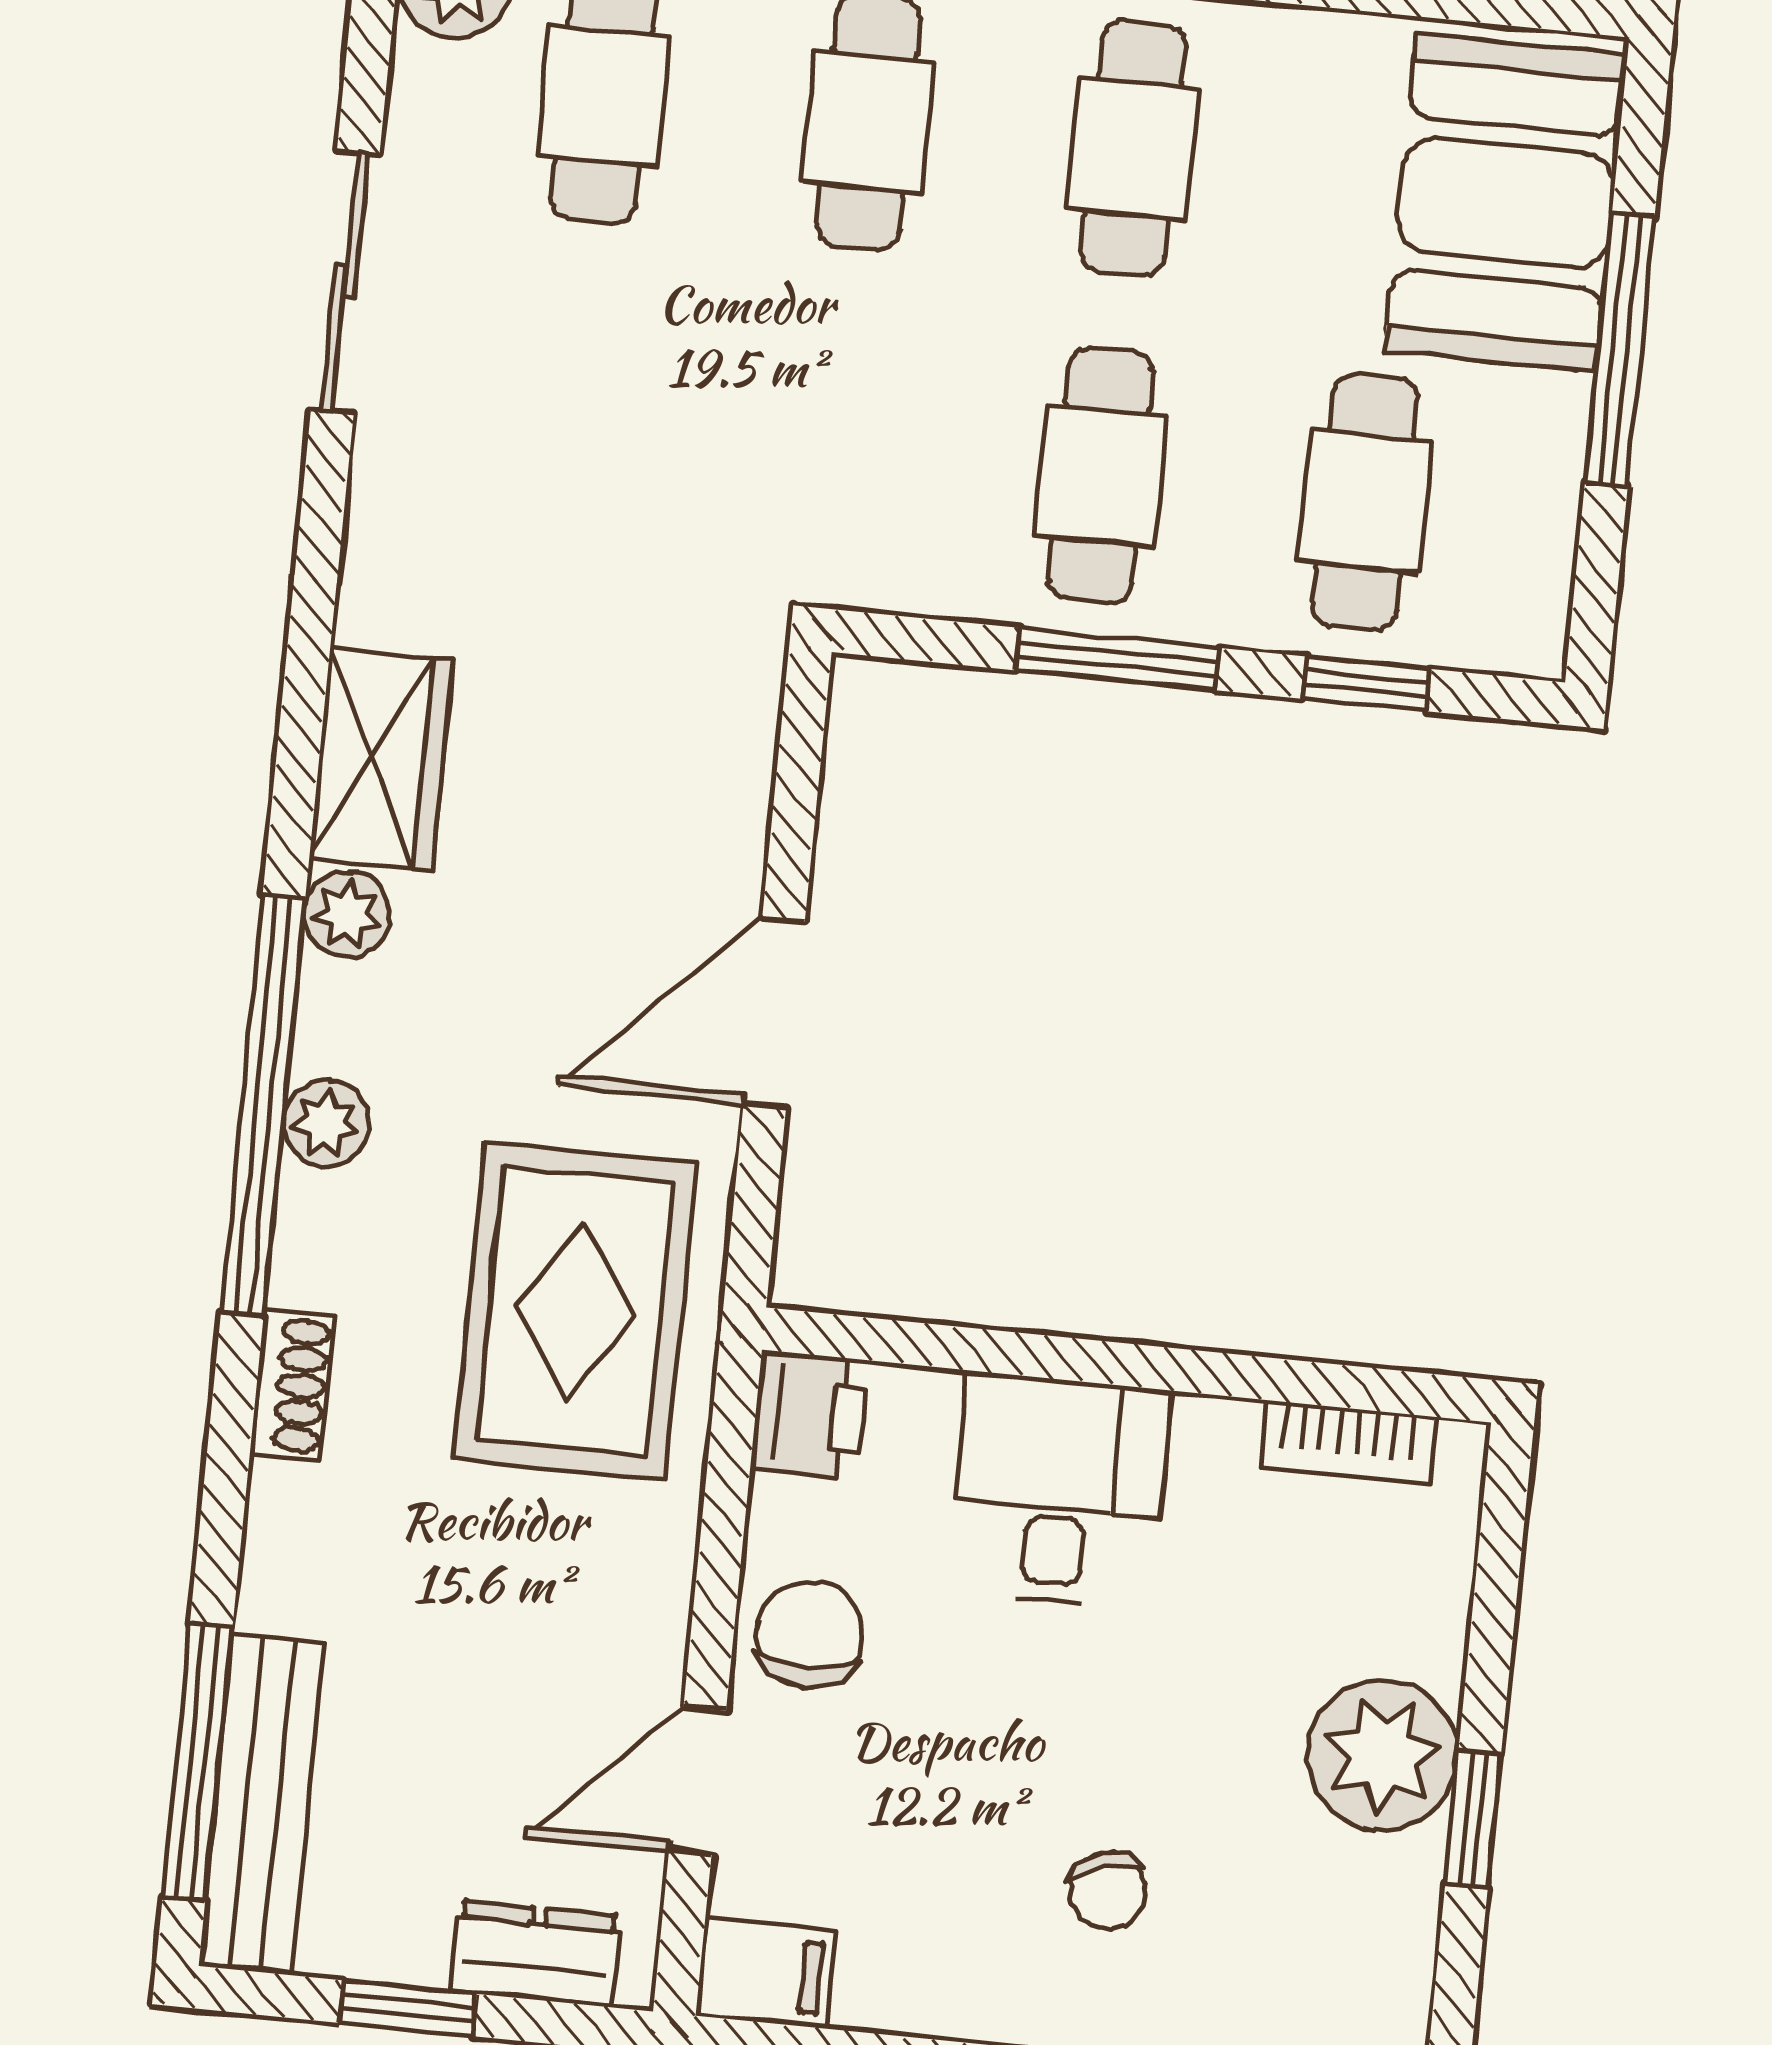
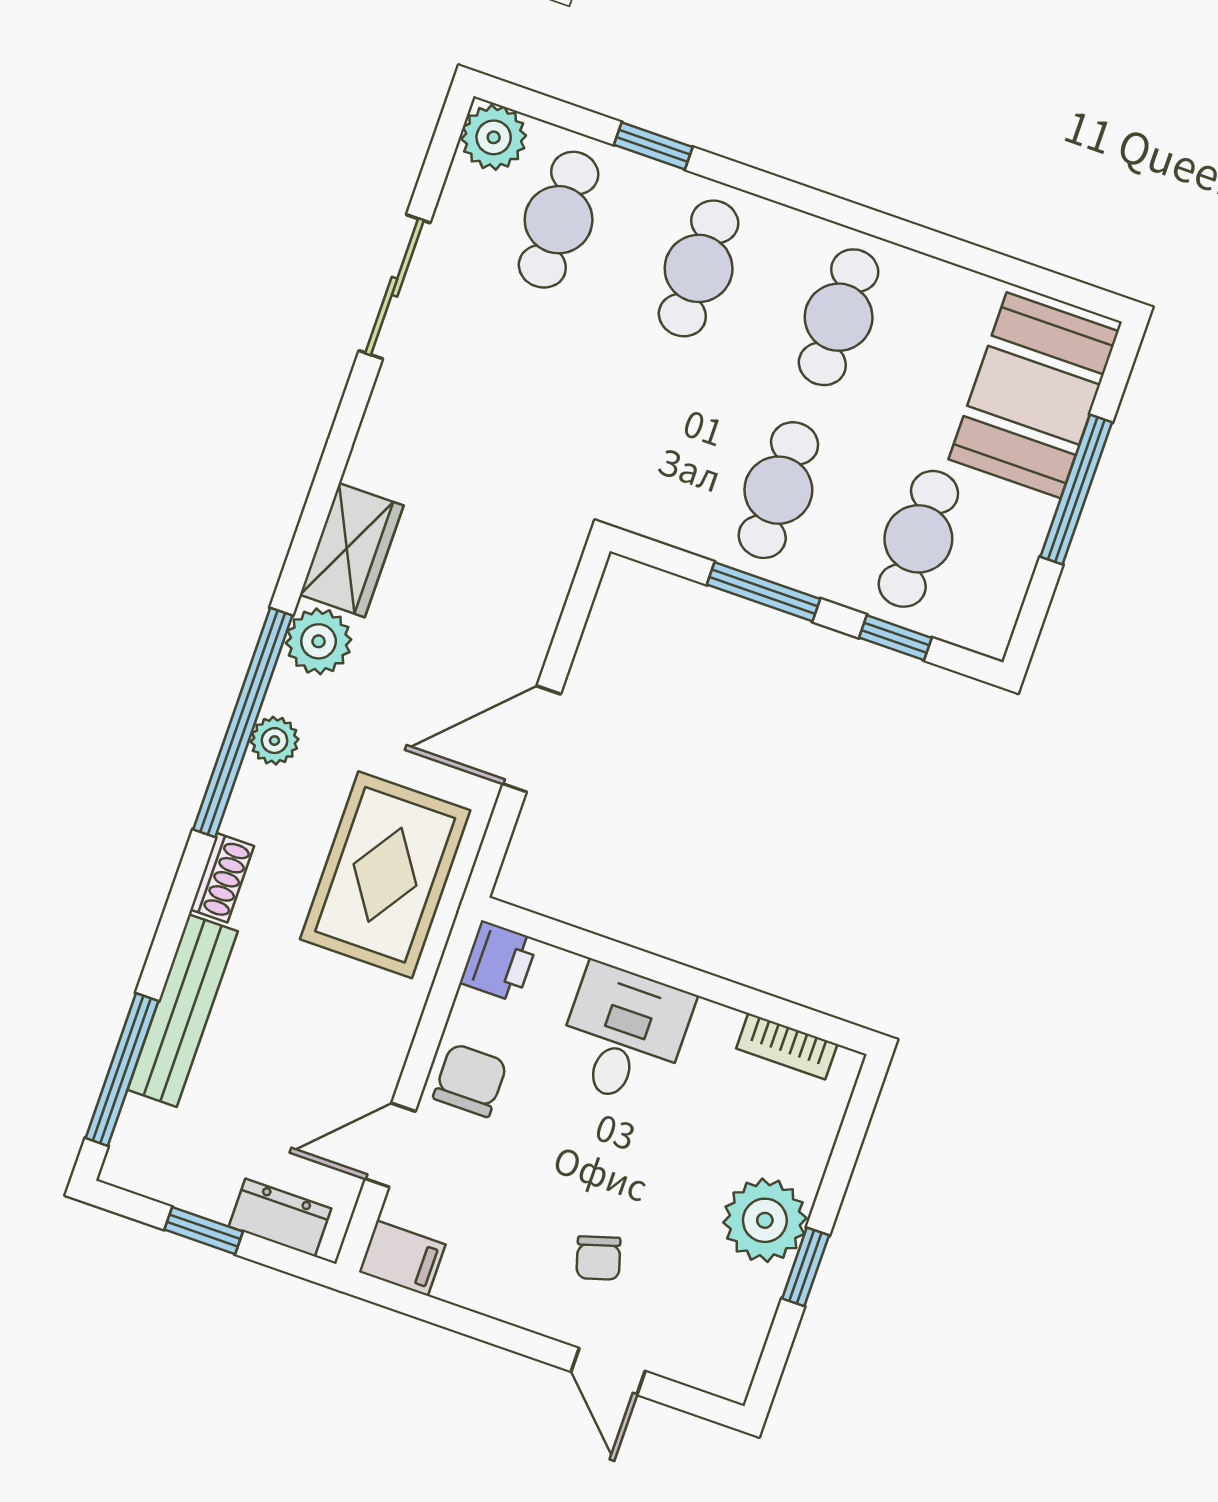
plant: (347, 914) -> (319, 641), width x1.38, depth x1.38
bench: (262, 1804) -> (183, 1011), moved

